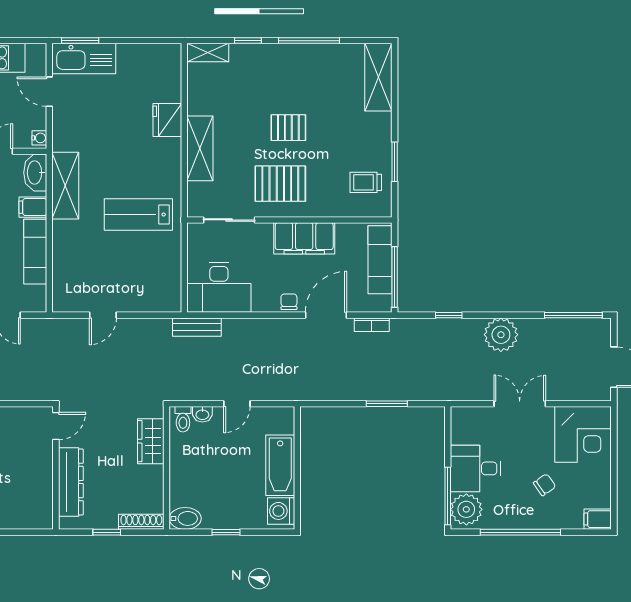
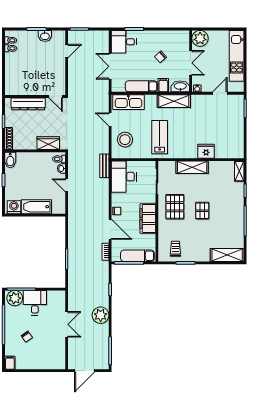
kitchen sink: (84, 59) -> (128, 102), moved, turned -90
stool: (144, 285) -> (125, 140), added
corner desk: (583, 434) -> (52, 355), removed

